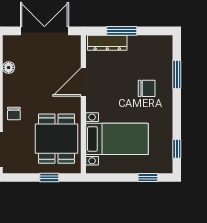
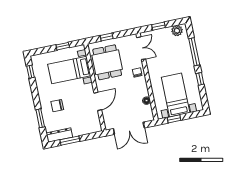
window: (122, 31) -> (70, 141), moved
dresser: (107, 43) -> (59, 135), moved
window: (148, 178) -> (63, 46), moved

